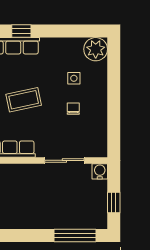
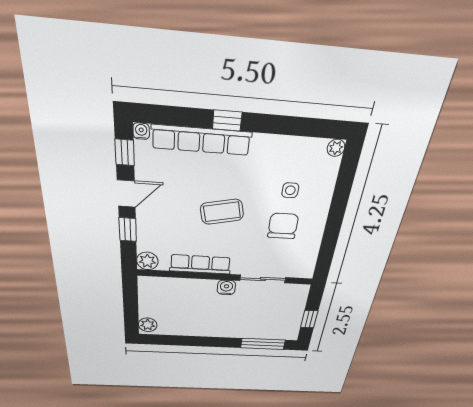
plant: (96, 49) -> (336, 148), width x0.53, depth x0.53
chair: (73, 109) -> (283, 226), width x1.87, depth x1.87
water cooler: (100, 171) -> (226, 287), moved

